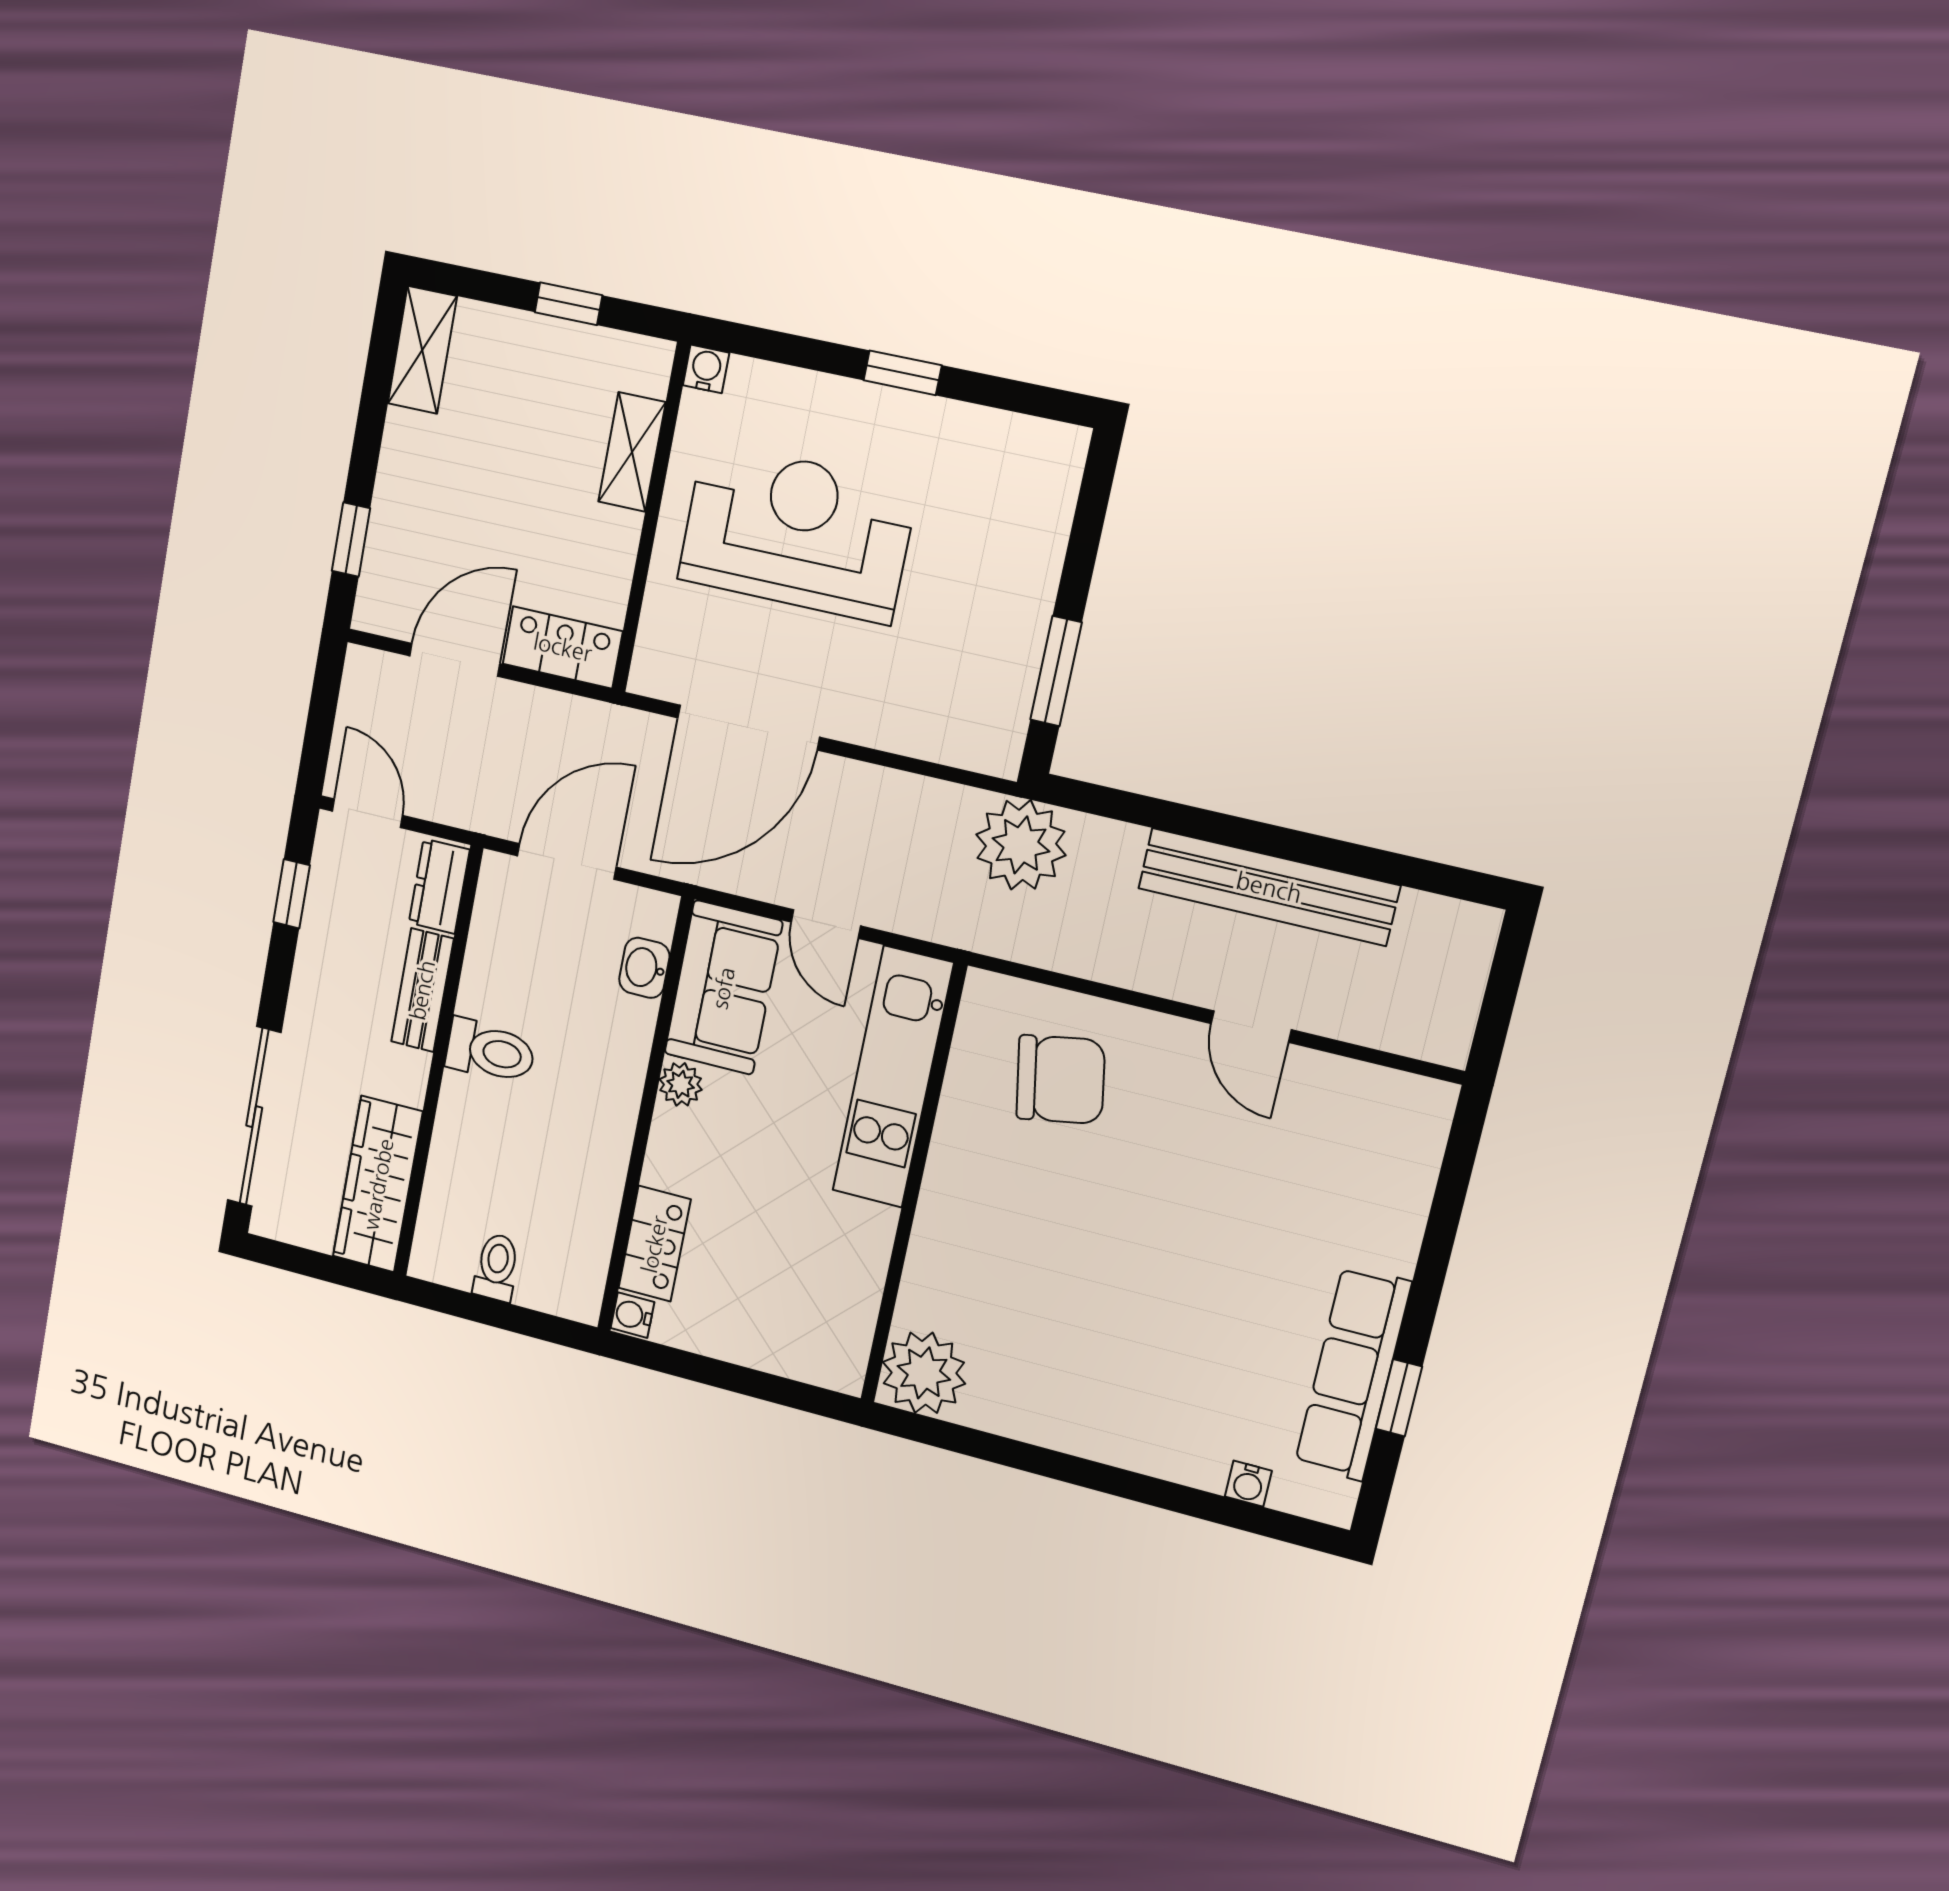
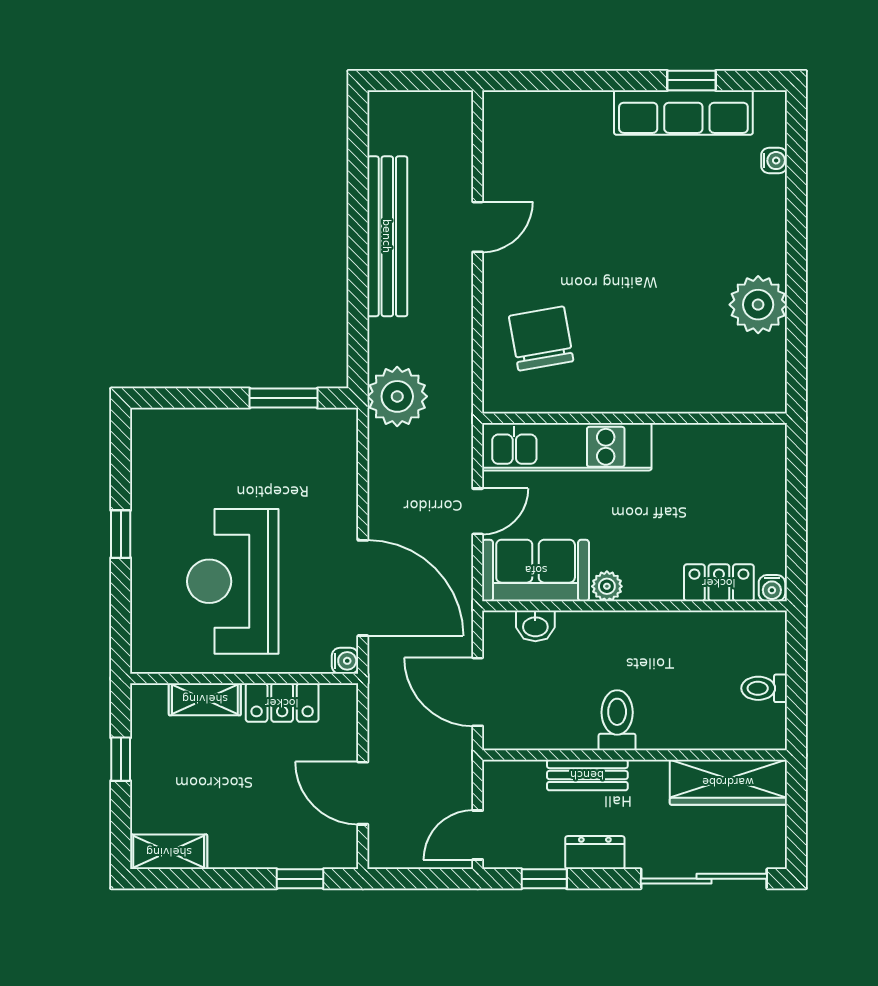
water cooler: (706, 369) -> (345, 661), moved, turned 180
locker: (563, 647) -> (282, 703), moved, turned -90
dresser: (439, 886) -> (595, 853), moved, turned 180
plant: (924, 1373) -> (758, 305), moved

